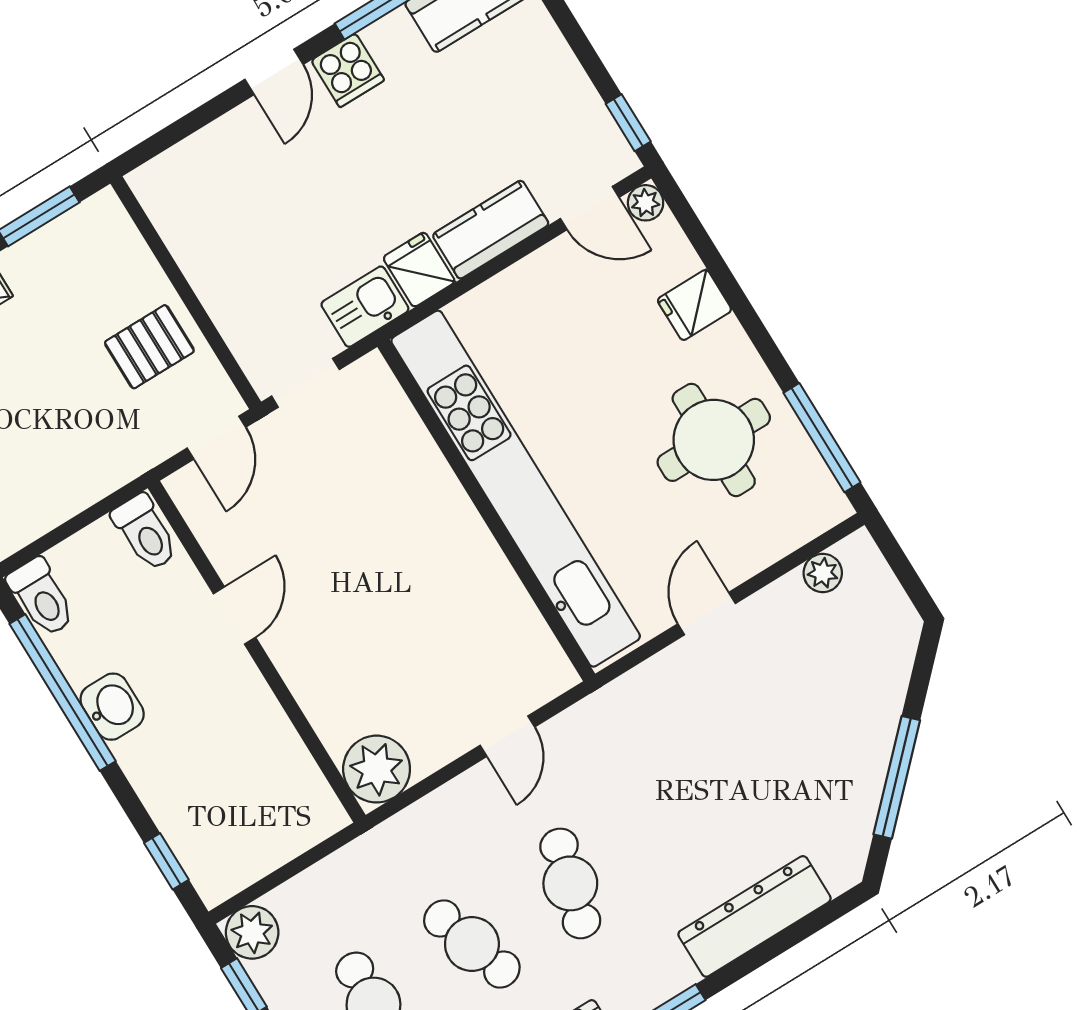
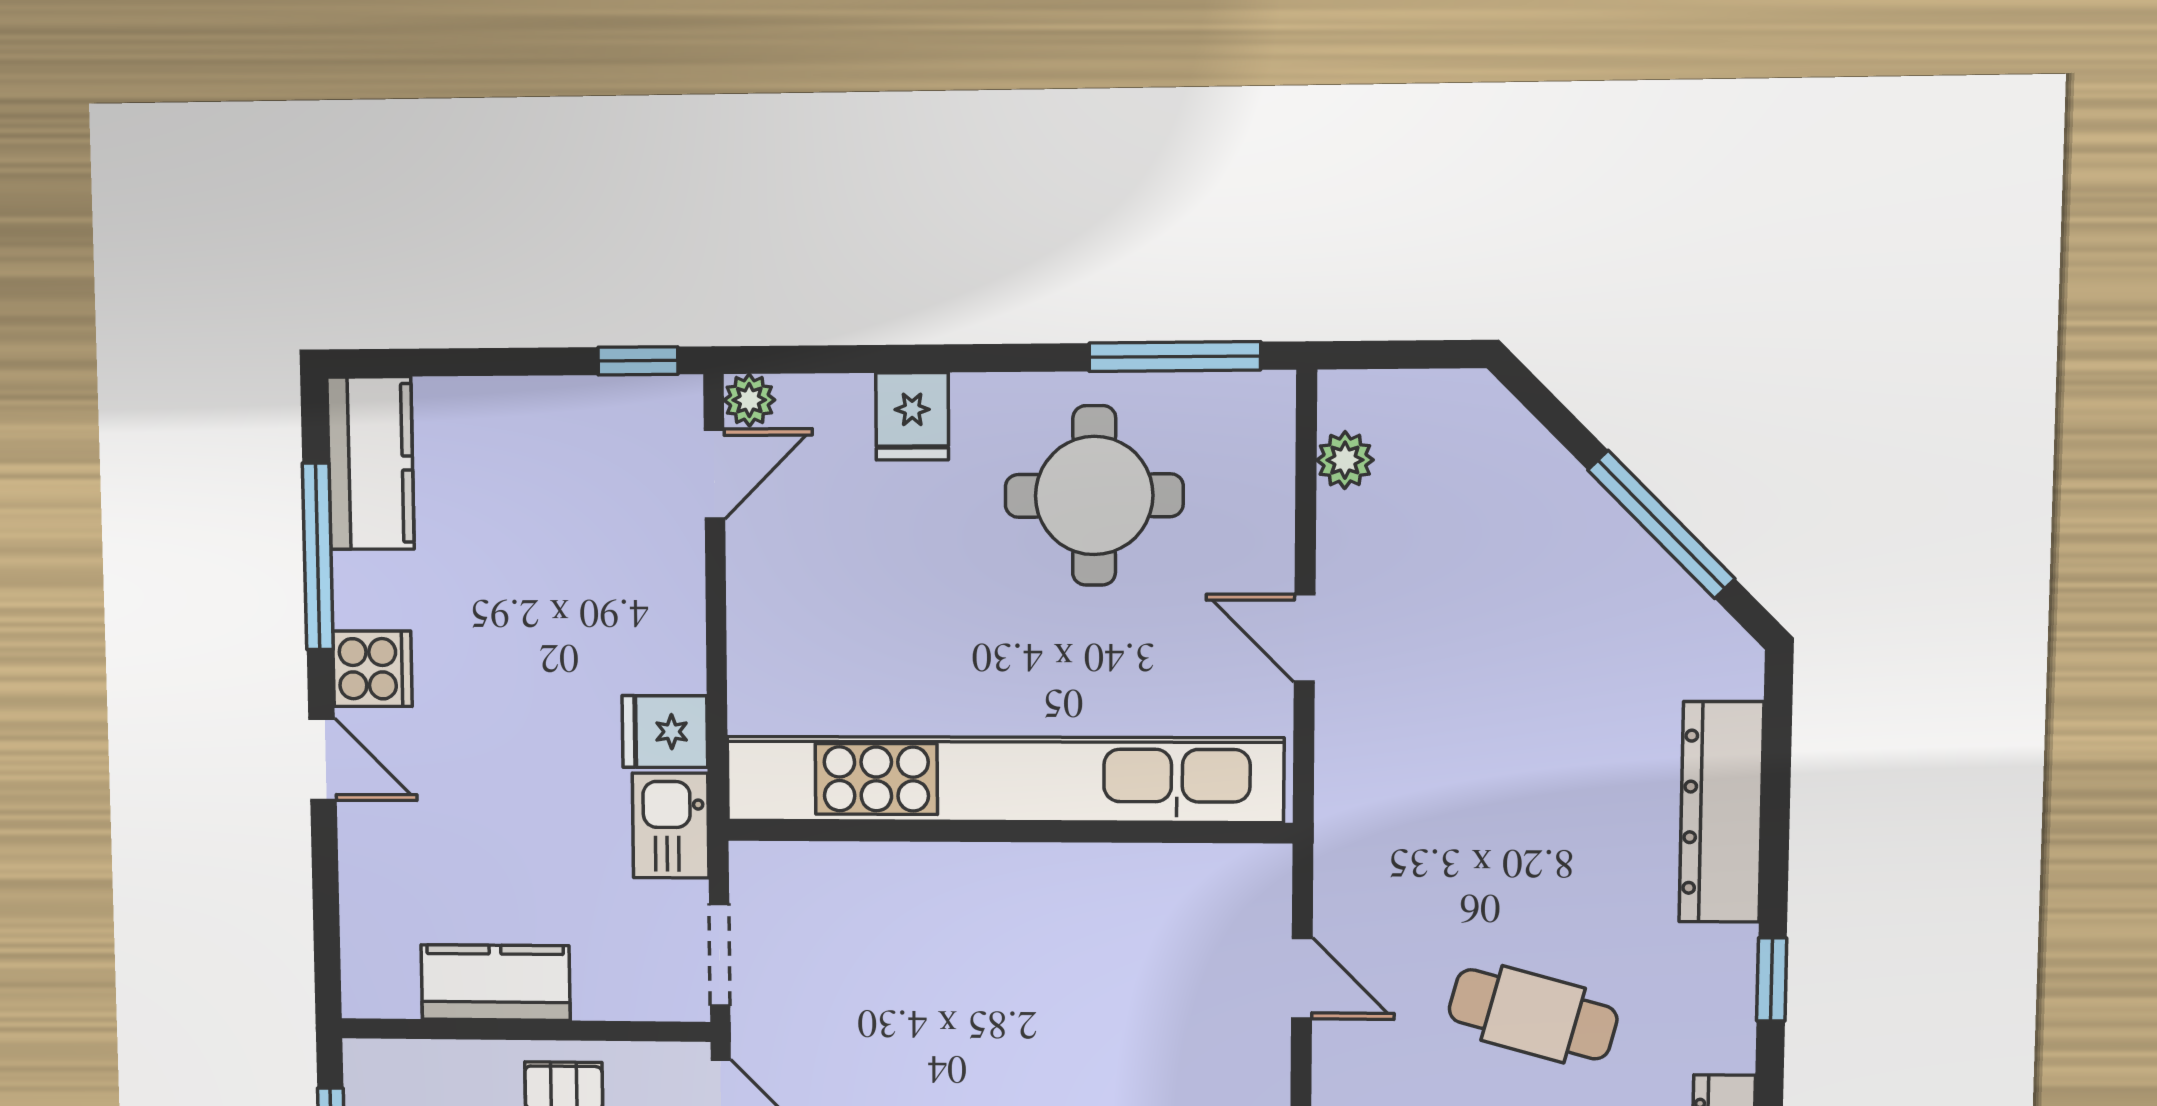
kitchen counter: (491, 229) -> (496, 983), moved, turned 90

